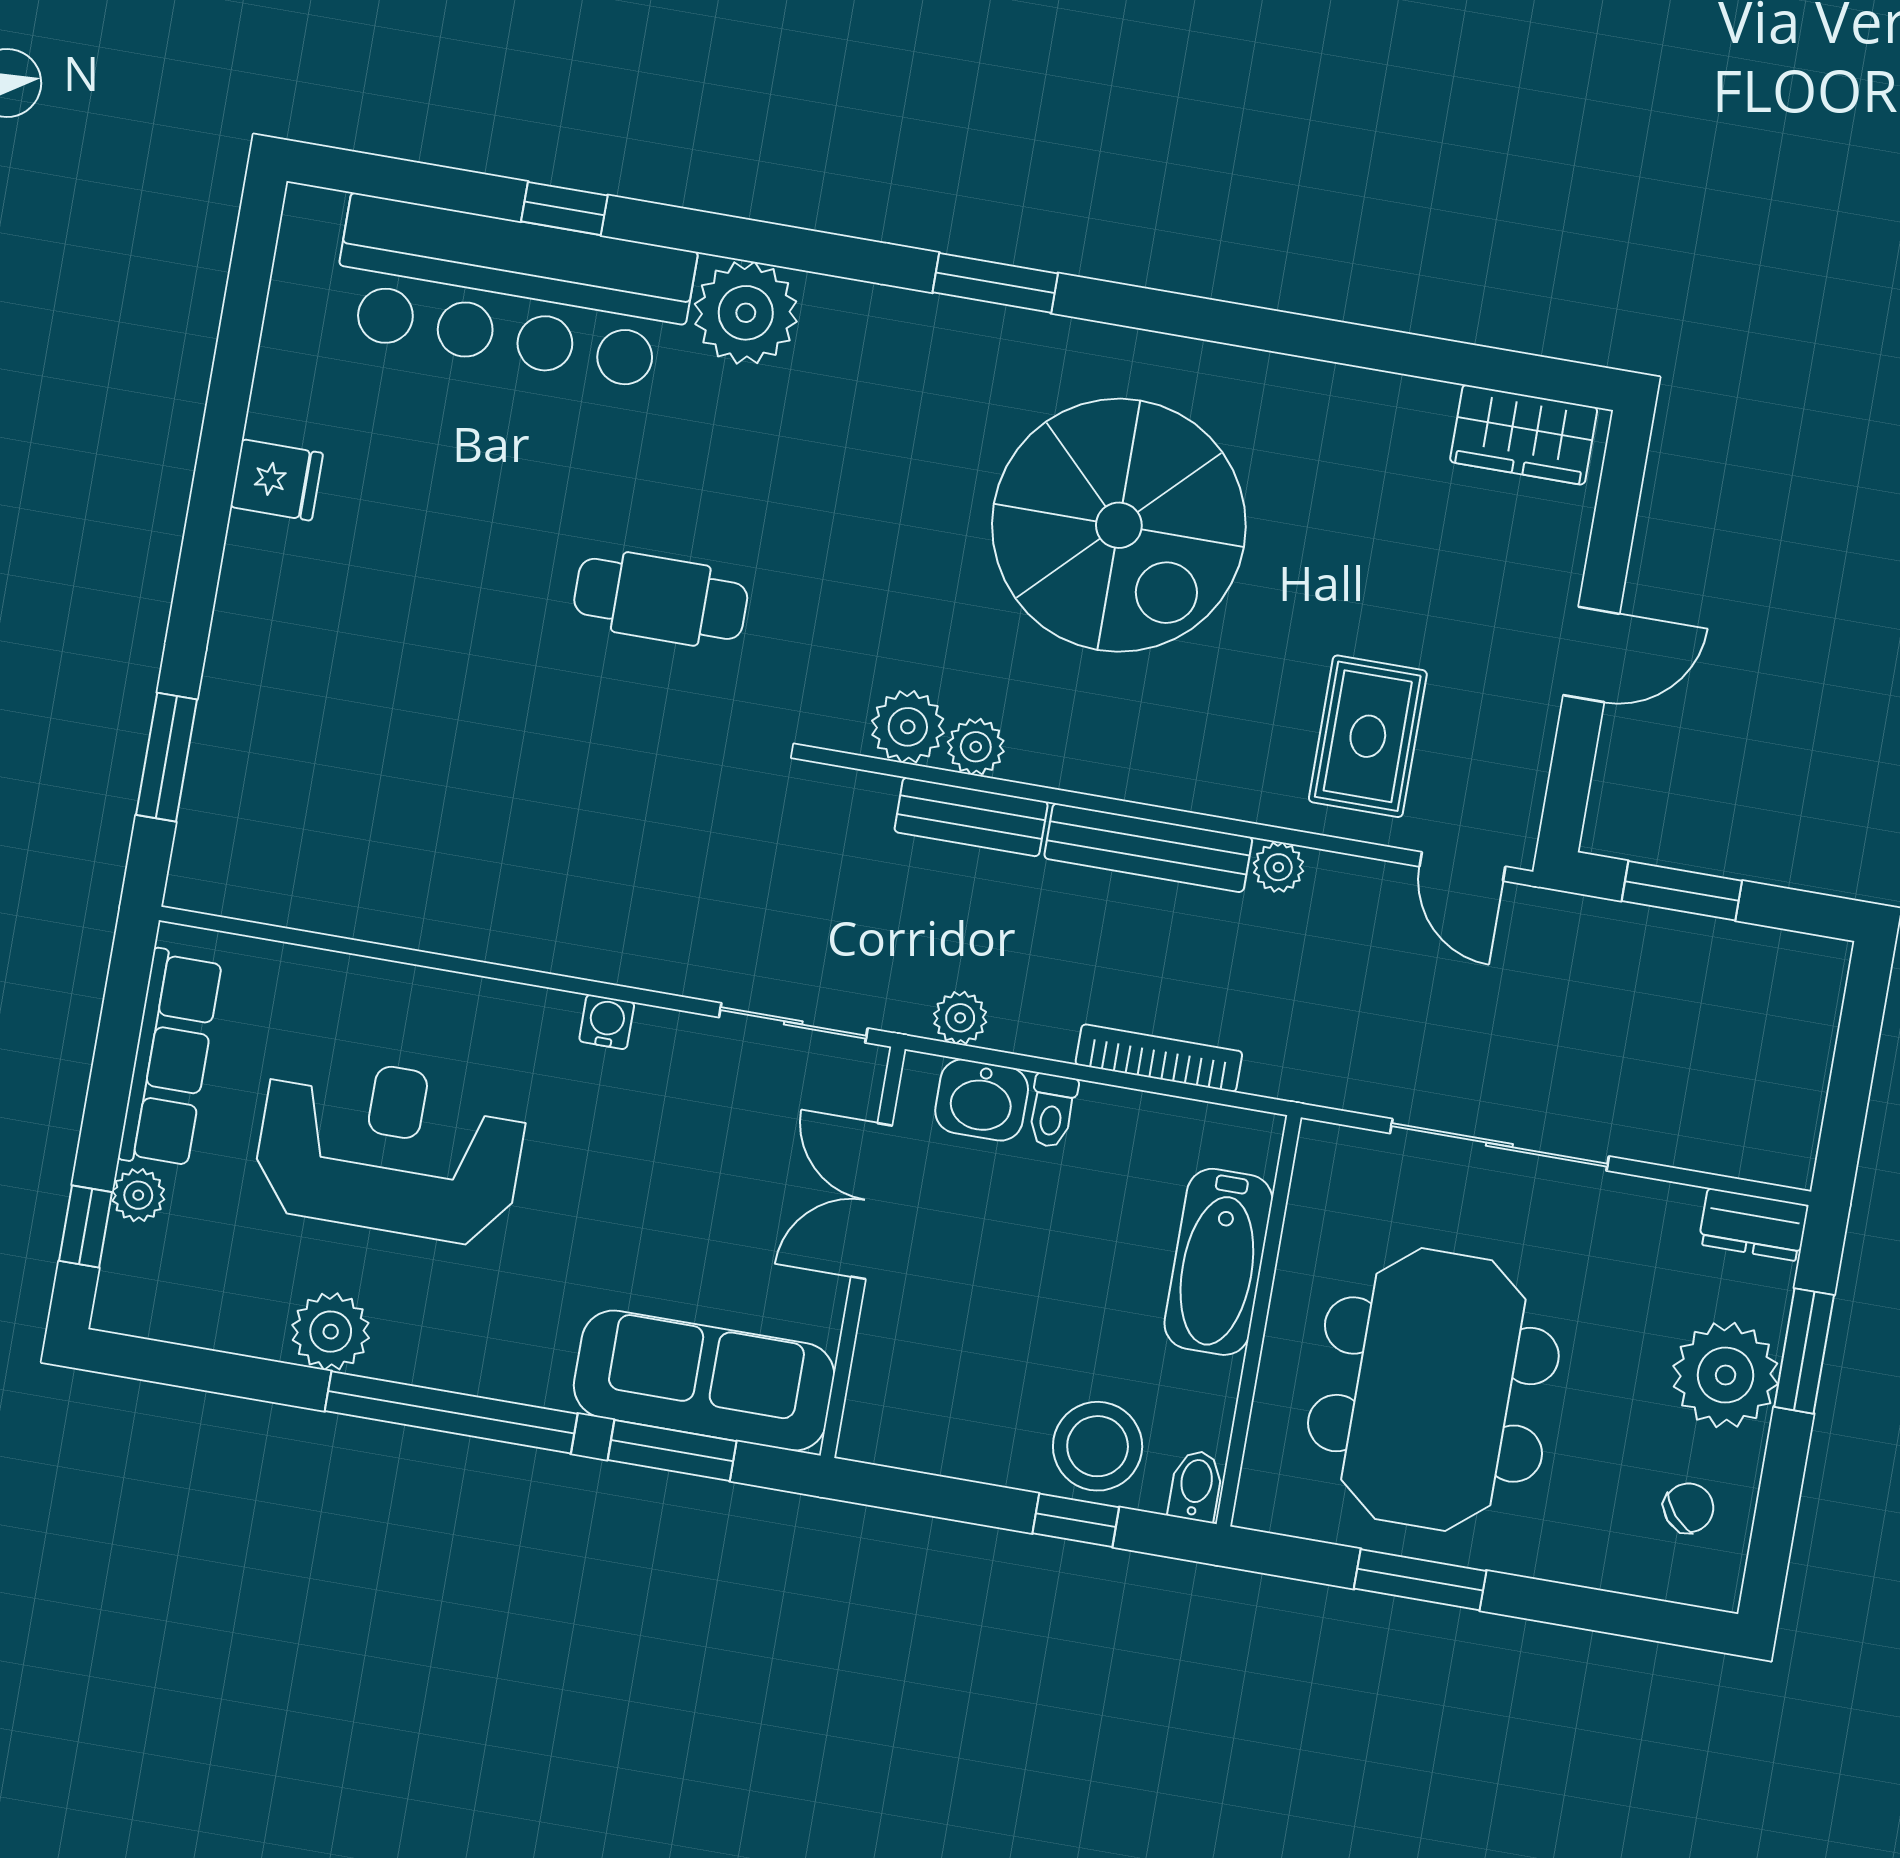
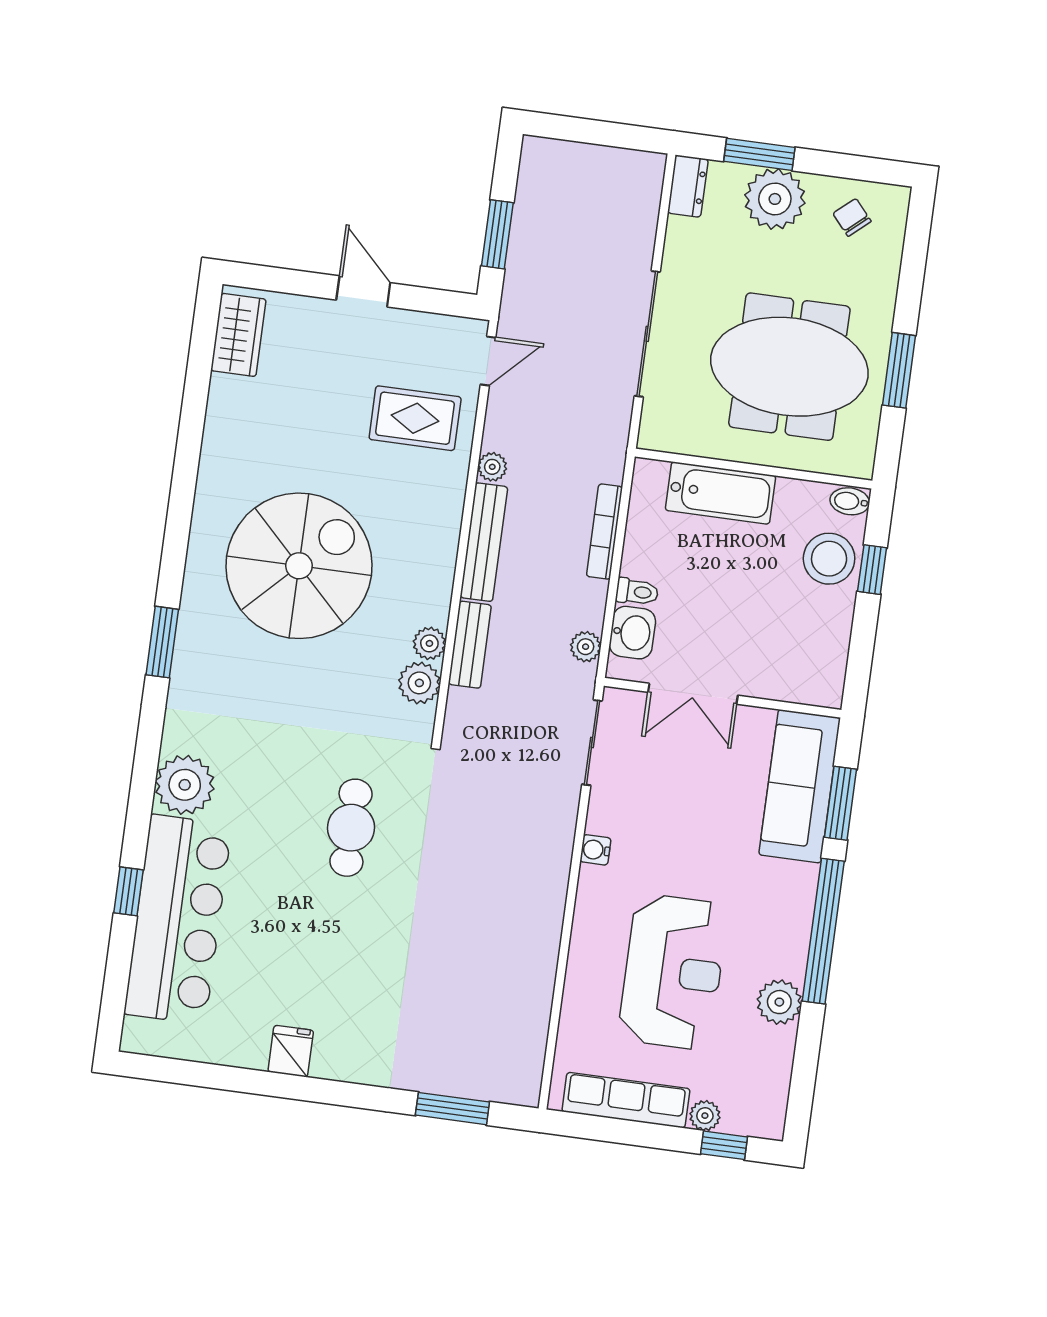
reception desk: (390, 1149) -> (673, 972), turned 180

